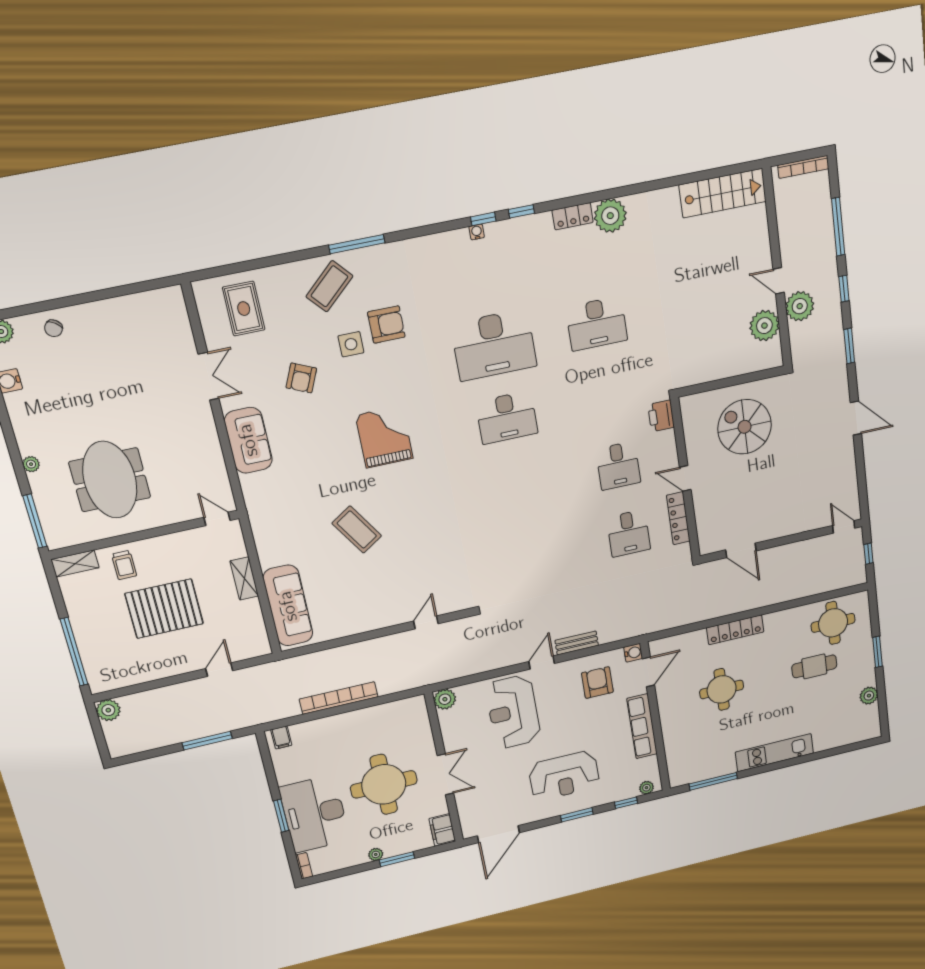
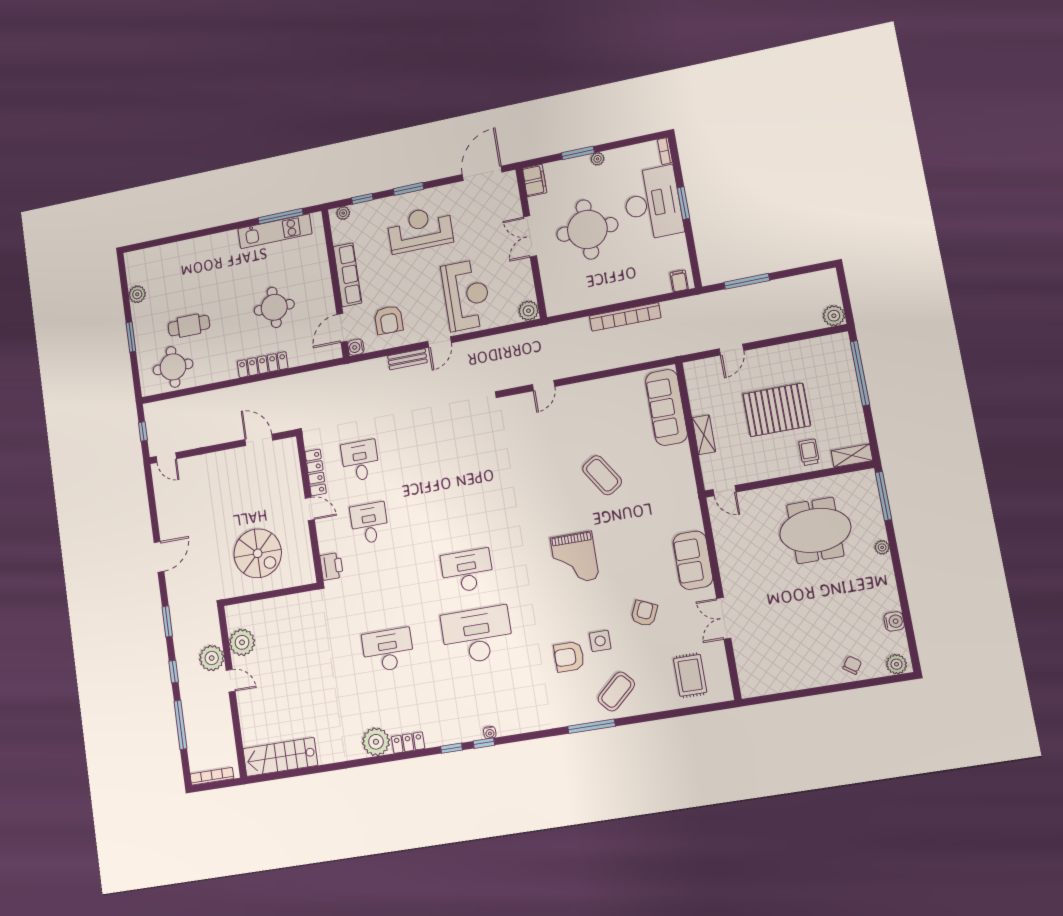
door: (856, 418) -> (159, 557), swing flipped
meeting table: (110, 480) -> (815, 530), turned 90
kitchen unit: (774, 753) -> (275, 231), moved

